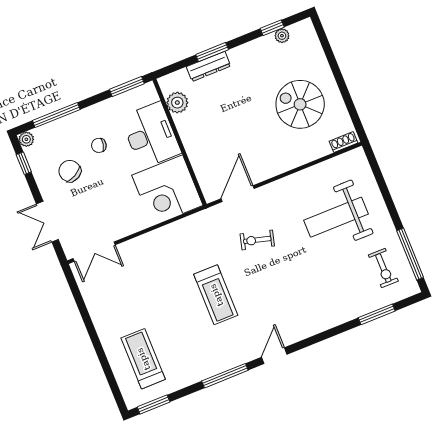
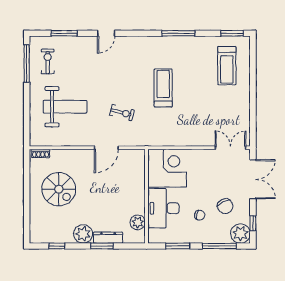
plant: (282, 36) -> (83, 234), moved, width x1.87, depth x1.87
window: (127, 86) -> (178, 246), moved
plant: (26, 139) -> (240, 234), width x1.88, depth x1.88
door: (238, 194) -> (106, 148), moved
double door: (47, 222) -> (253, 179), width x1.37
door: (274, 356) -> (106, 33), moved

